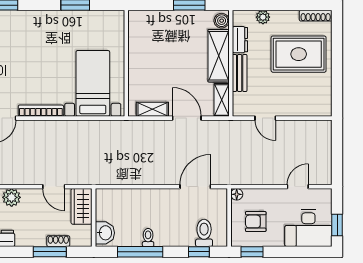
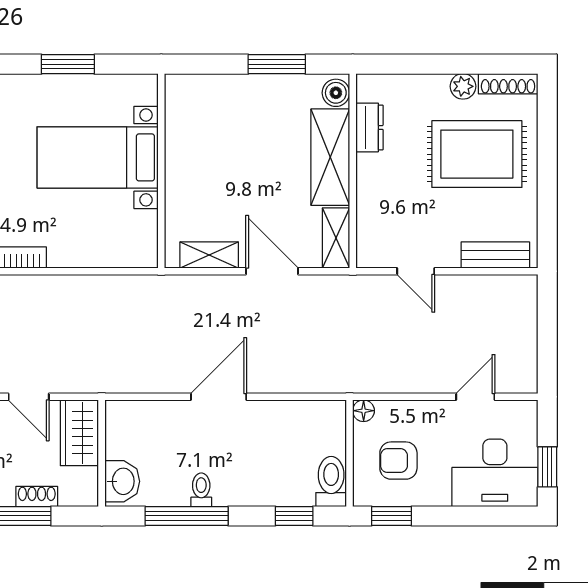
plant: (263, 17) -> (463, 86), moved
bench: (240, 73) -> (495, 255), moved, turned 90
bed with nightstands: (93, 83) -> (98, 157), moved, turned -90
door: (195, 187) -> (219, 397), moved
toilet: (204, 233) -> (331, 481), moved

